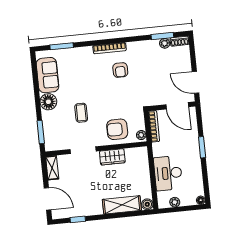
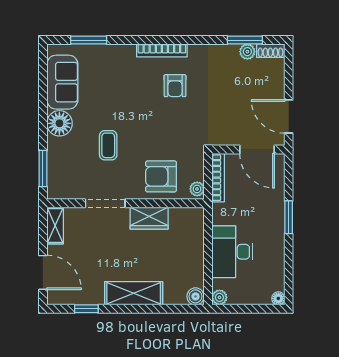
plant: (175, 202) -> (219, 297), moved
shelving: (122, 205) -> (134, 293), moved

